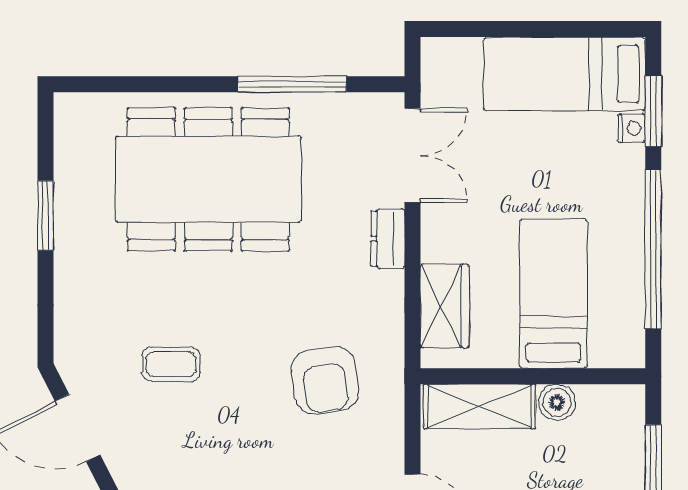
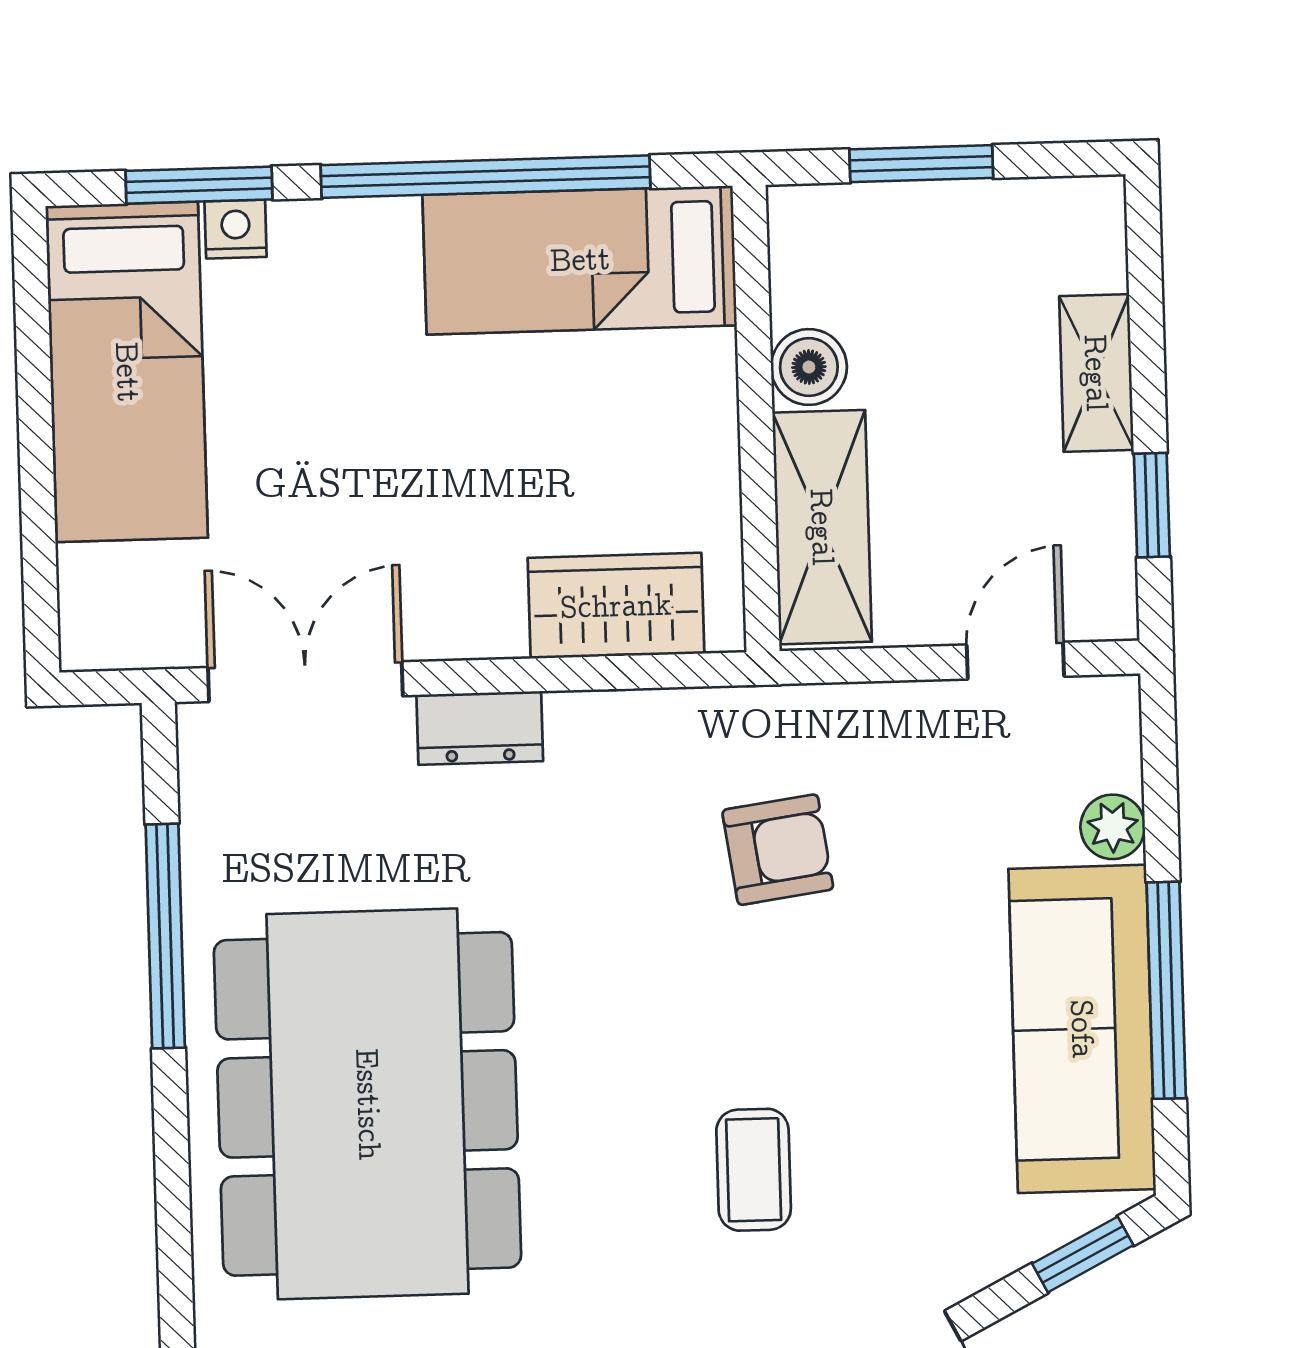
bed: (553, 294) -> (580, 260), moved
armchair: (325, 381) -> (778, 850), width x0.72, depth x0.72

